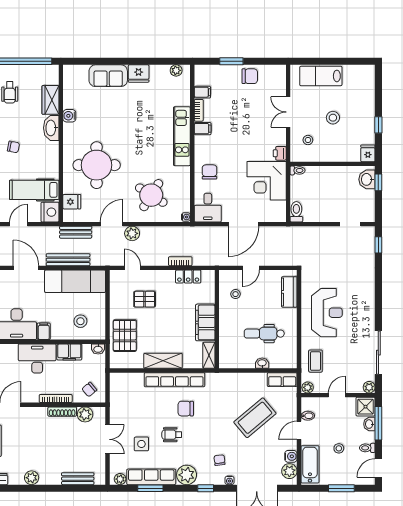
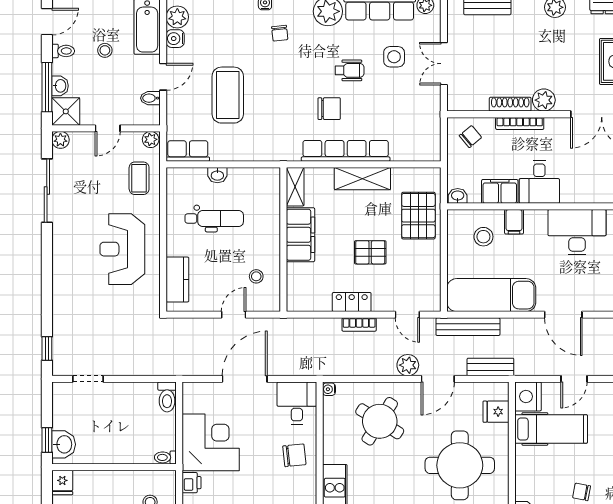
chair: (209, 172) -> (294, 455), turned -96
bench: (68, 260) -> (468, 327), moved
bookcase: (180, 261) -> (359, 325), moved
locker: (188, 277) -> (352, 302), moved
pallet: (145, 299) -> (370, 252), moved
filing cabinet: (44, 331) -> (514, 222), moved
desk: (37, 359) -> (539, 182), width x0.73
plant: (85, 414) -> (544, 100), moved
coffee table: (255, 418) -> (228, 95), turned -50

